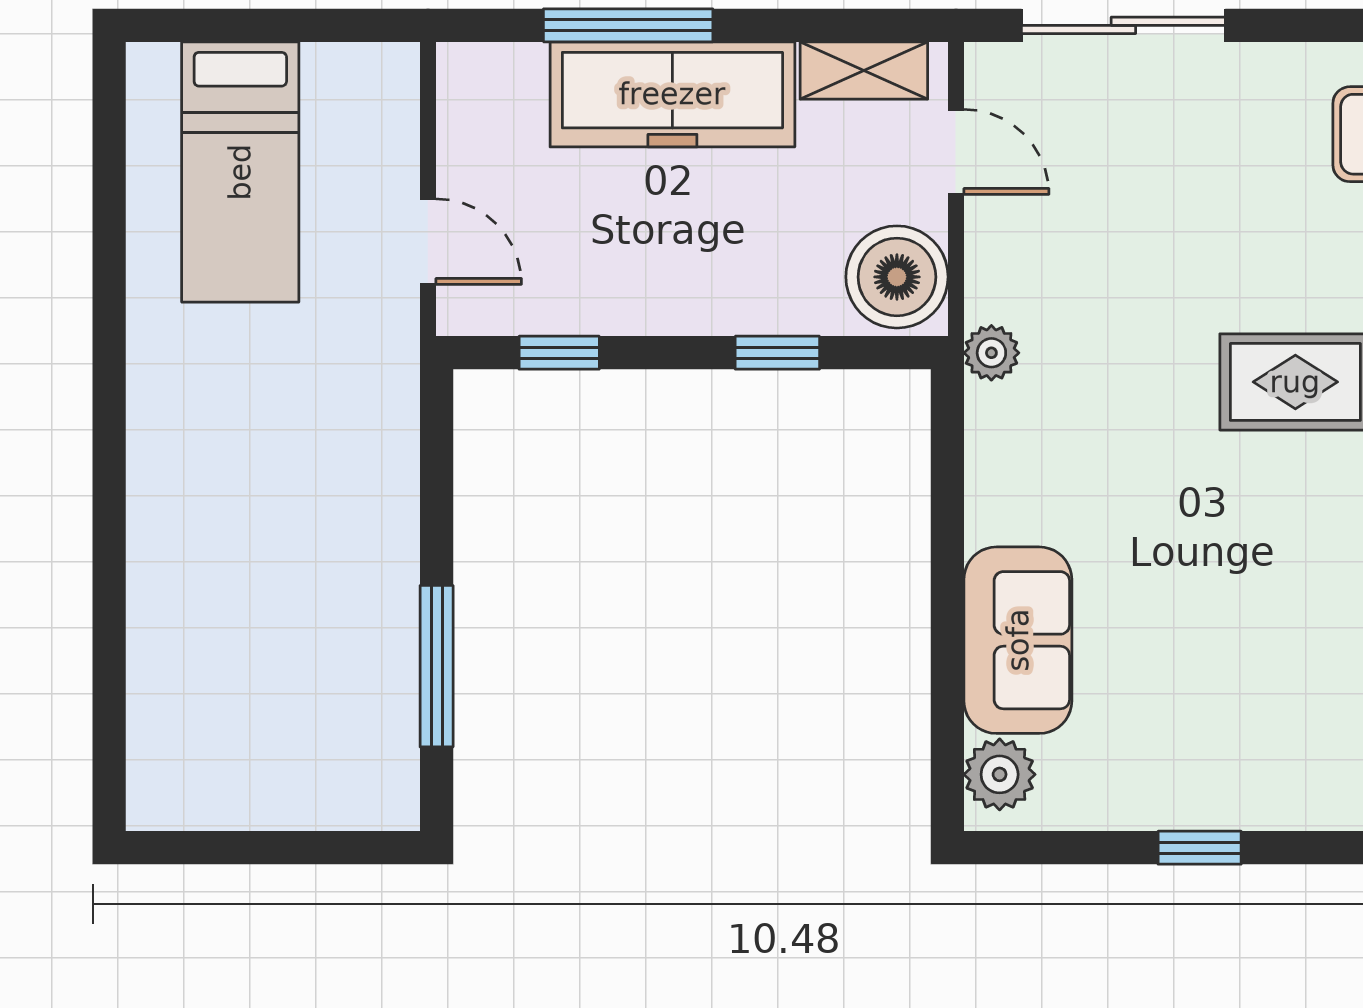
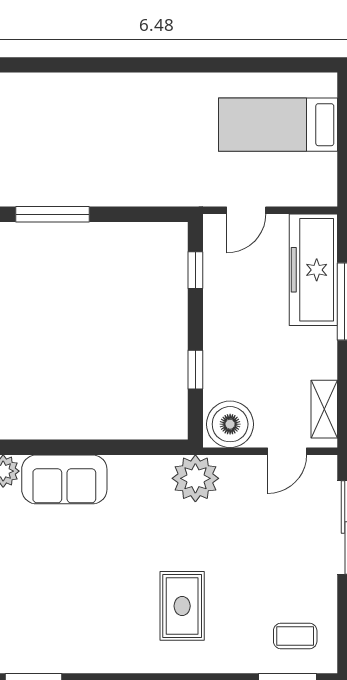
freezer: (672, 94) -> (313, 270), moved
plant: (991, 353) -> (195, 478), width x1.88, depth x1.88

